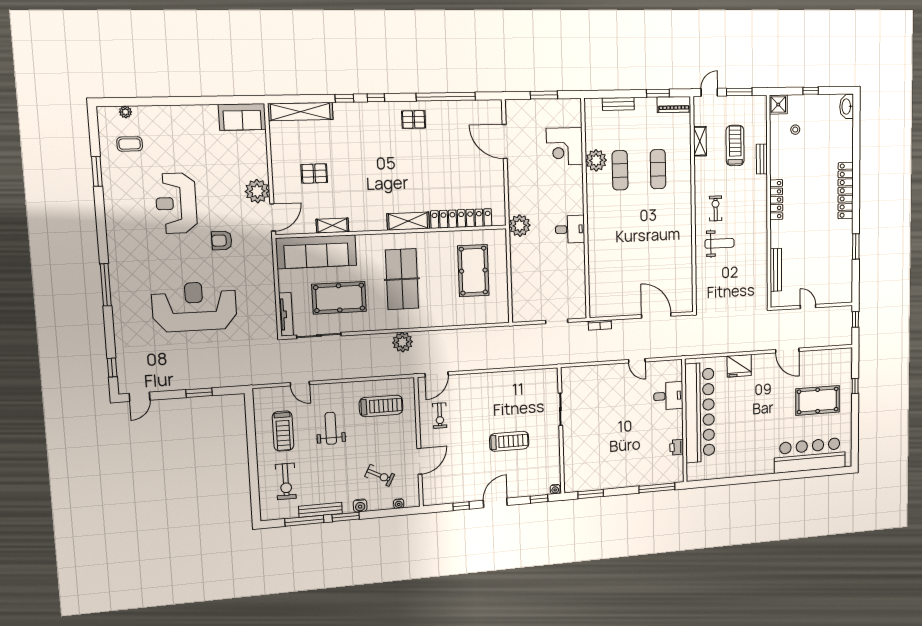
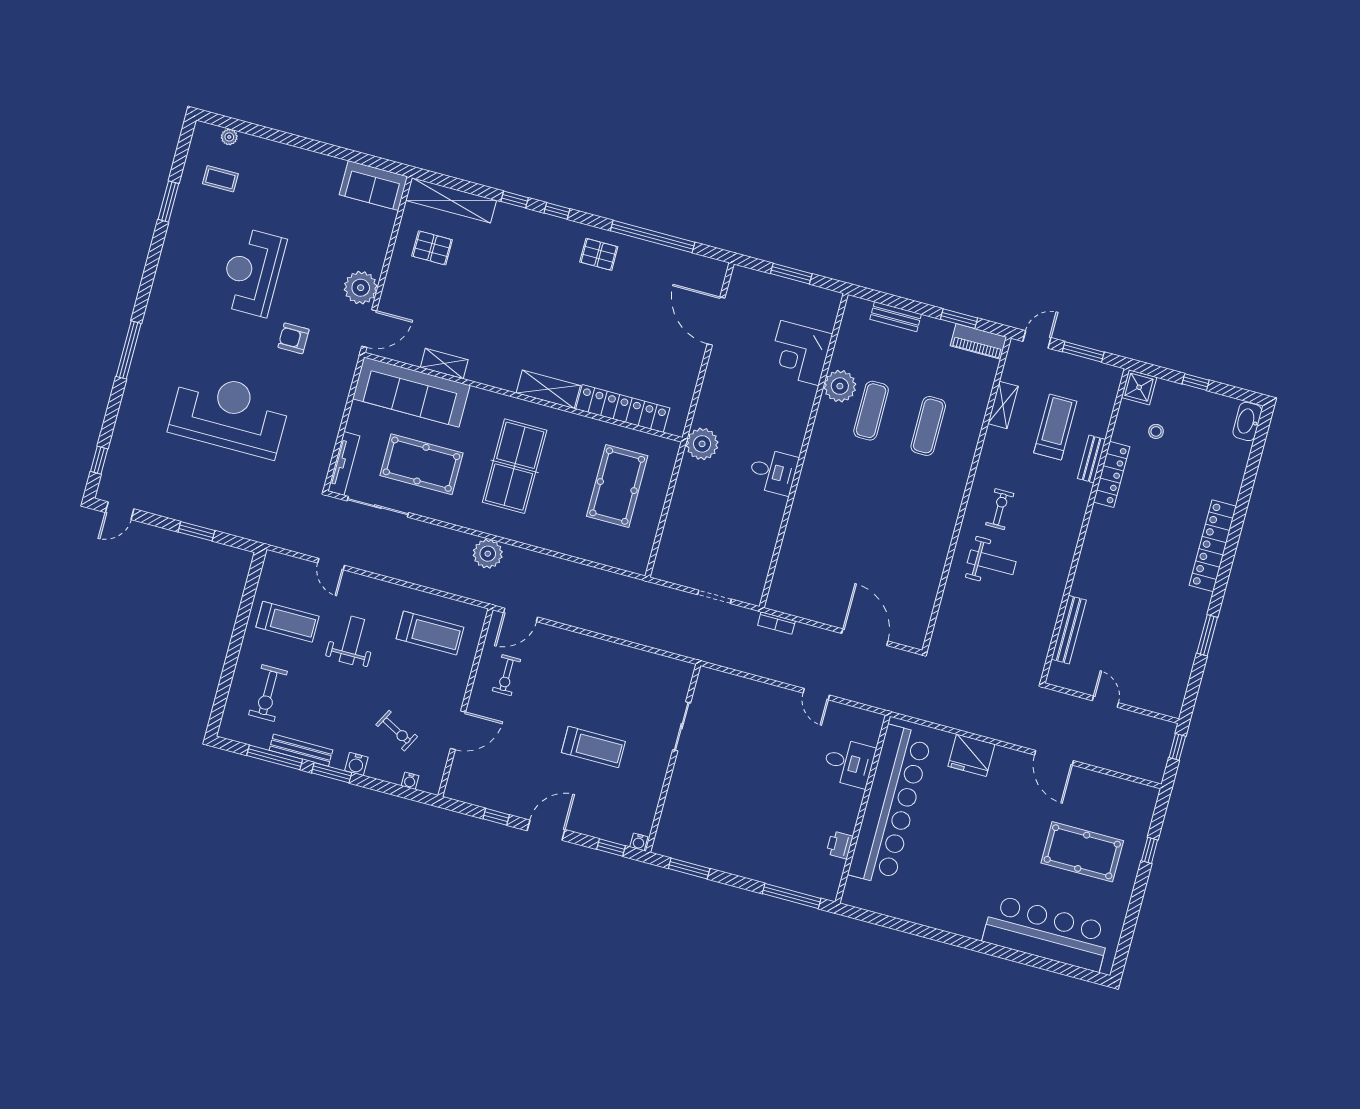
pallet: (314, 173) -> (432, 248), moved
locker: (776, 200) -> (1112, 474), moved
treadmill: (283, 431) -> (287, 622), turned -90

